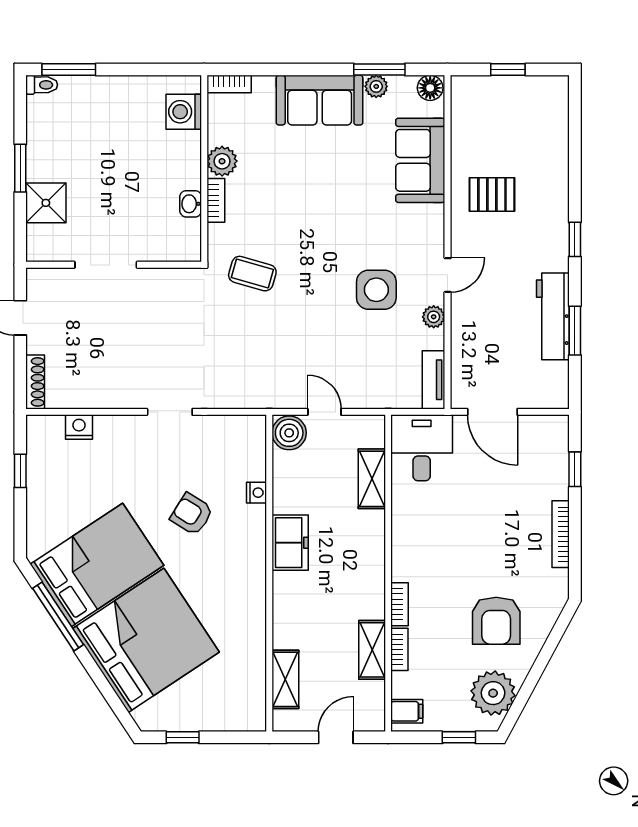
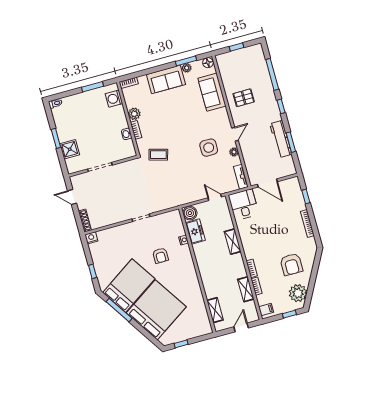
window: (69, 70) -> (93, 87), moved
window: (575, 158) -> (272, 74), added
door: (324, 412) -> (215, 197), moved
nightstand: (79, 427) -> (91, 238), moved
window: (20, 471) -> (93, 271), moved
shelving: (372, 479) -> (233, 242), moved
armchair: (192, 514) -> (160, 255), turned -122
freezer: (290, 543) -> (195, 231), moved

